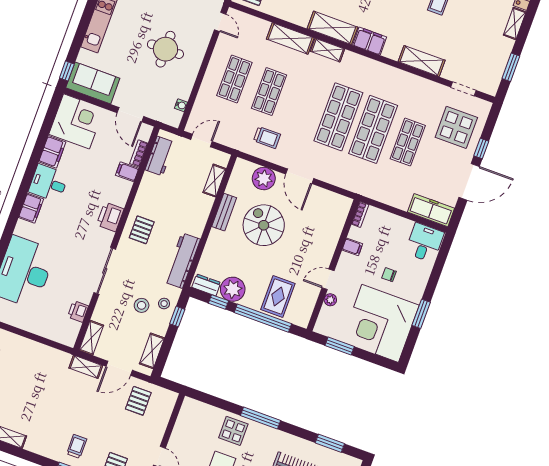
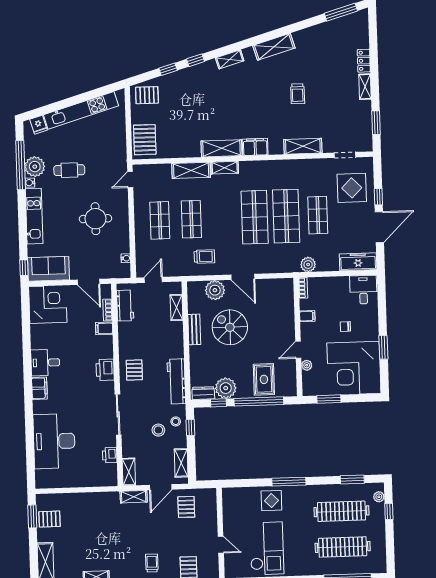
door: (220, 22) -> (130, 180), swing flipped
filing cabinet: (52, 152) -> (38, 337), removed
plant: (376, 191) -> (308, 264), added

